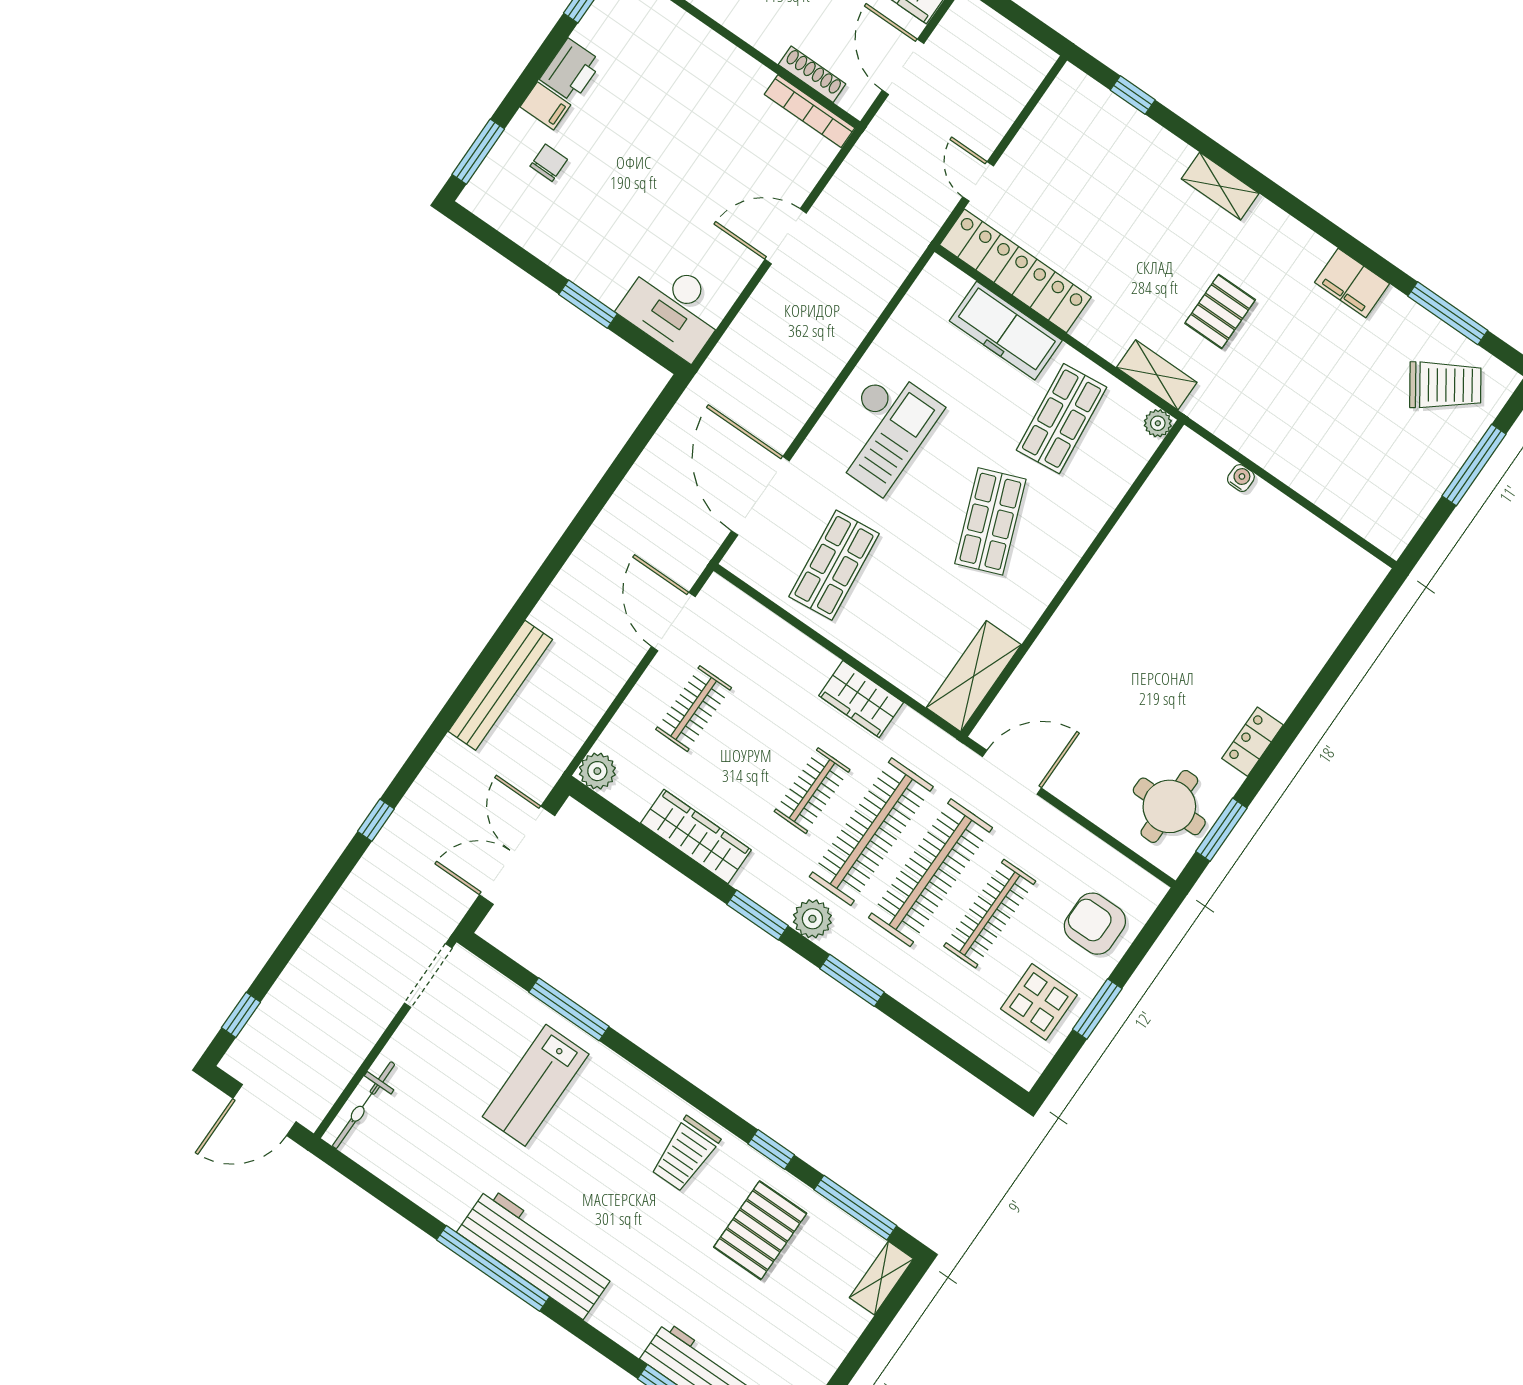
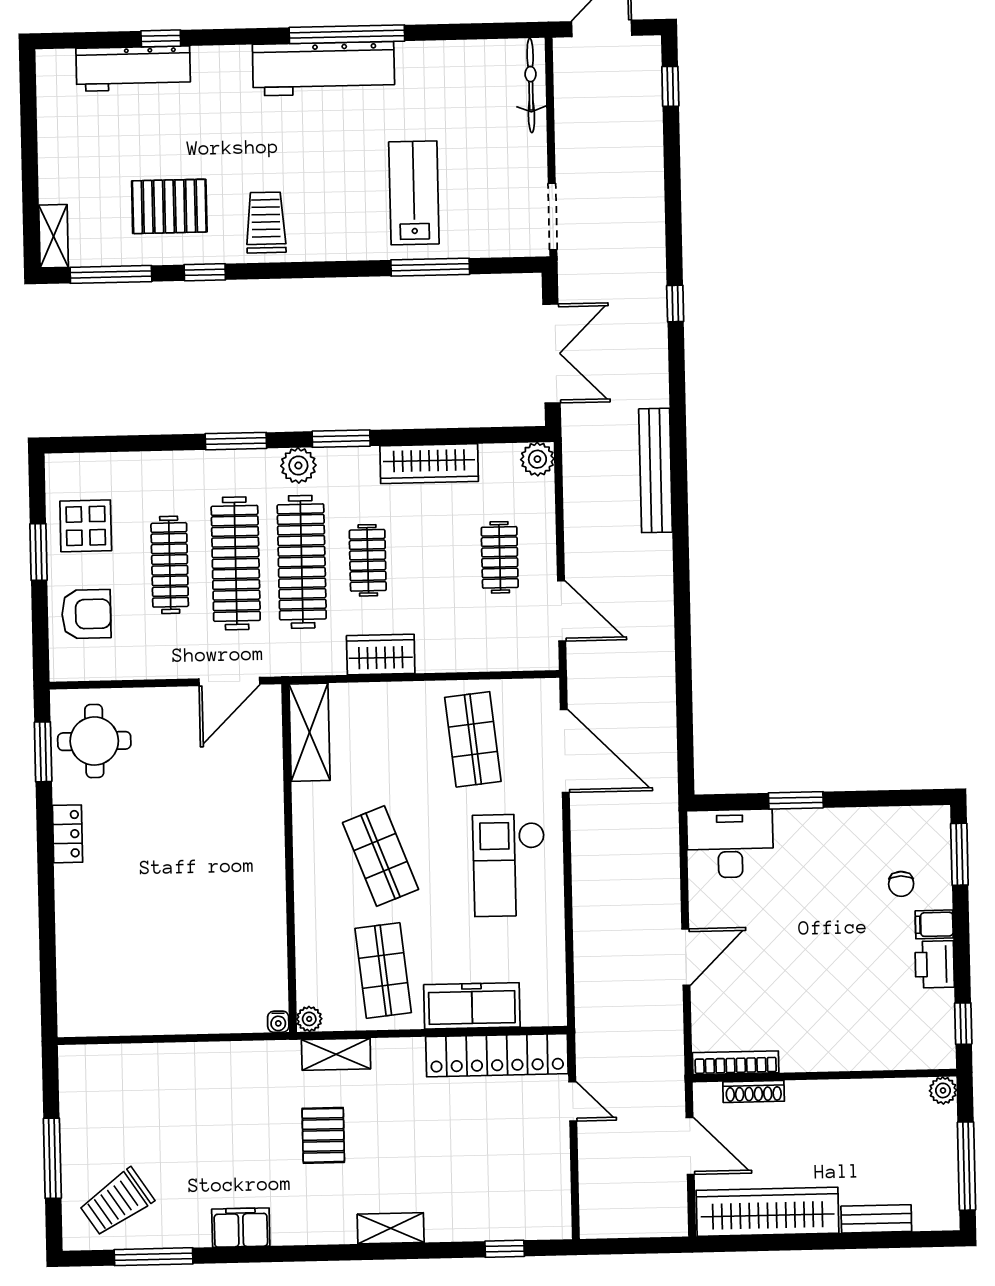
water cooler: (1241, 478) -> (278, 1022), moved
pallet: (760, 1230) -> (169, 206), turned 90

